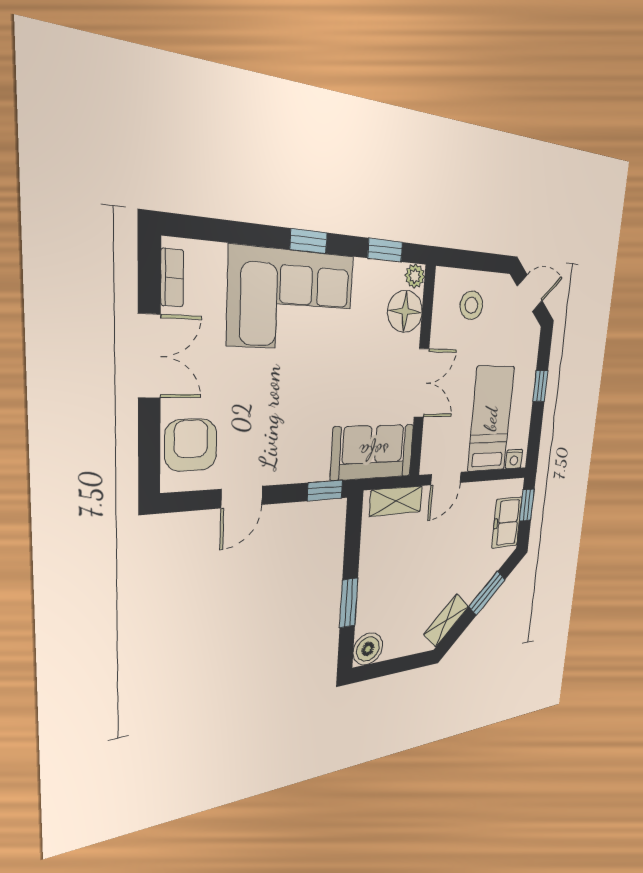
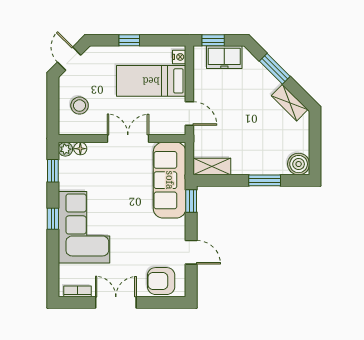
floor lamp: (405, 311) -> (80, 149), width x0.53, depth x0.53
sofa: (373, 452) -> (170, 180), width x1.36
shelving: (396, 501) -> (212, 166), moved, turned 90

